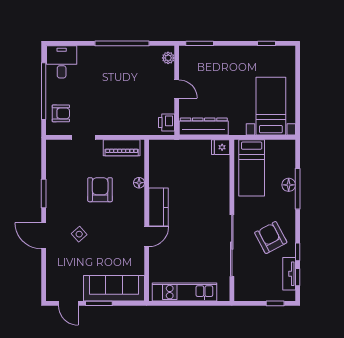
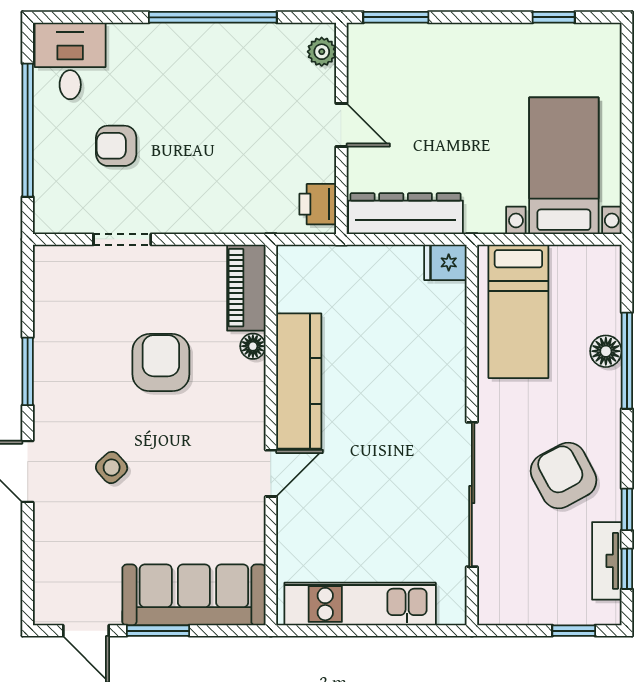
armchair: (61, 113) -> (116, 146), moved, turned 180
piano: (122, 148) -> (246, 288), moved, turned 90
kitchen counter: (158, 207) -> (299, 381), width x1.50

